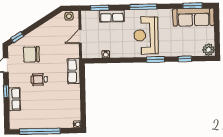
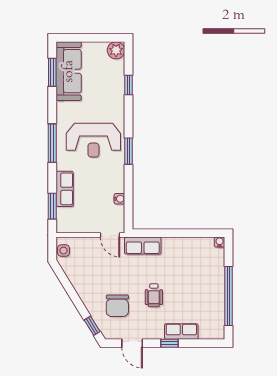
door: (80, 36) -> (110, 235), moved
window: (156, 60) -> (129, 151), moved

